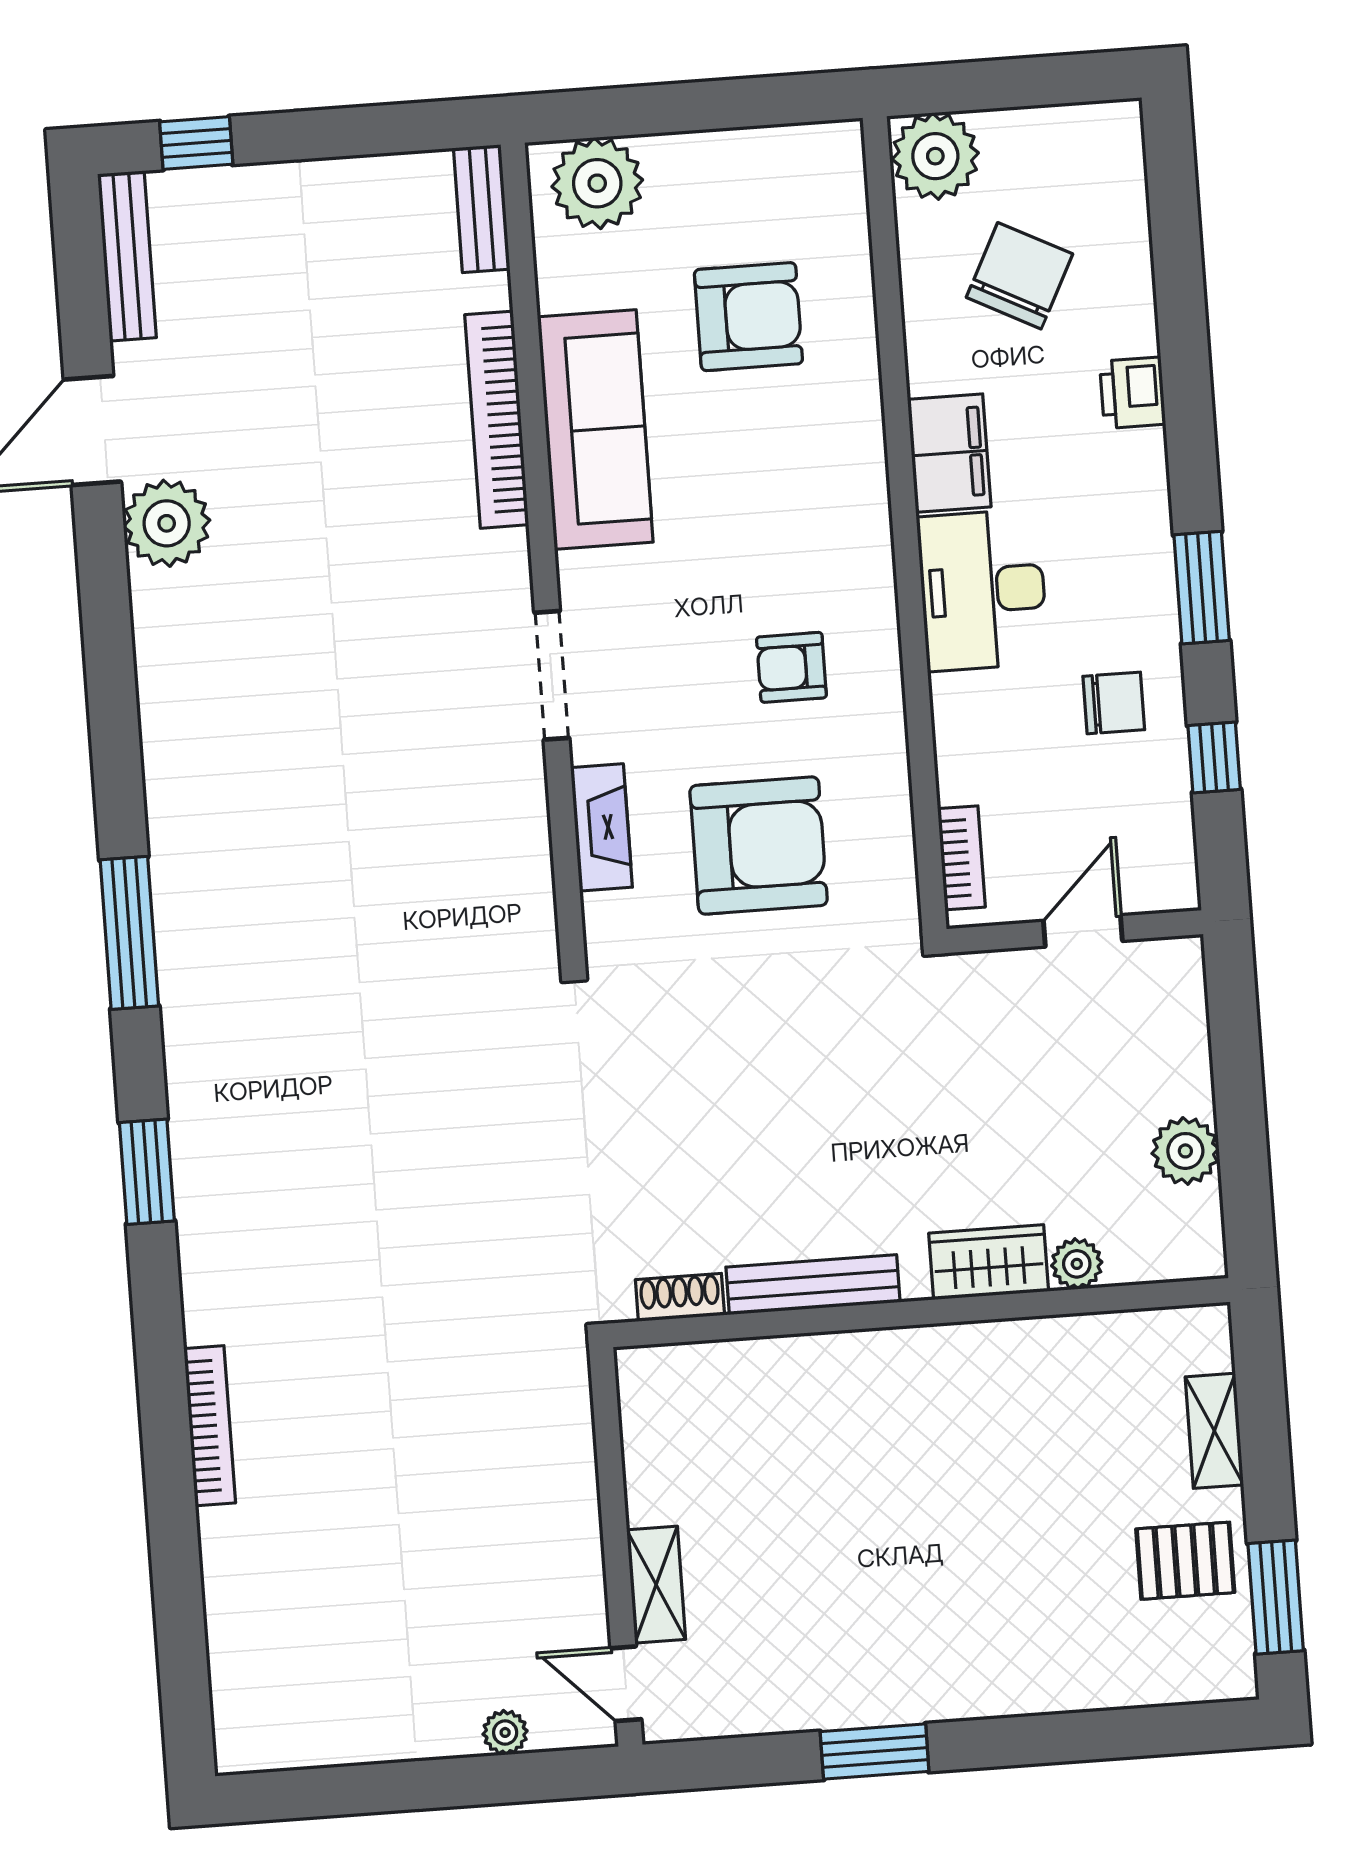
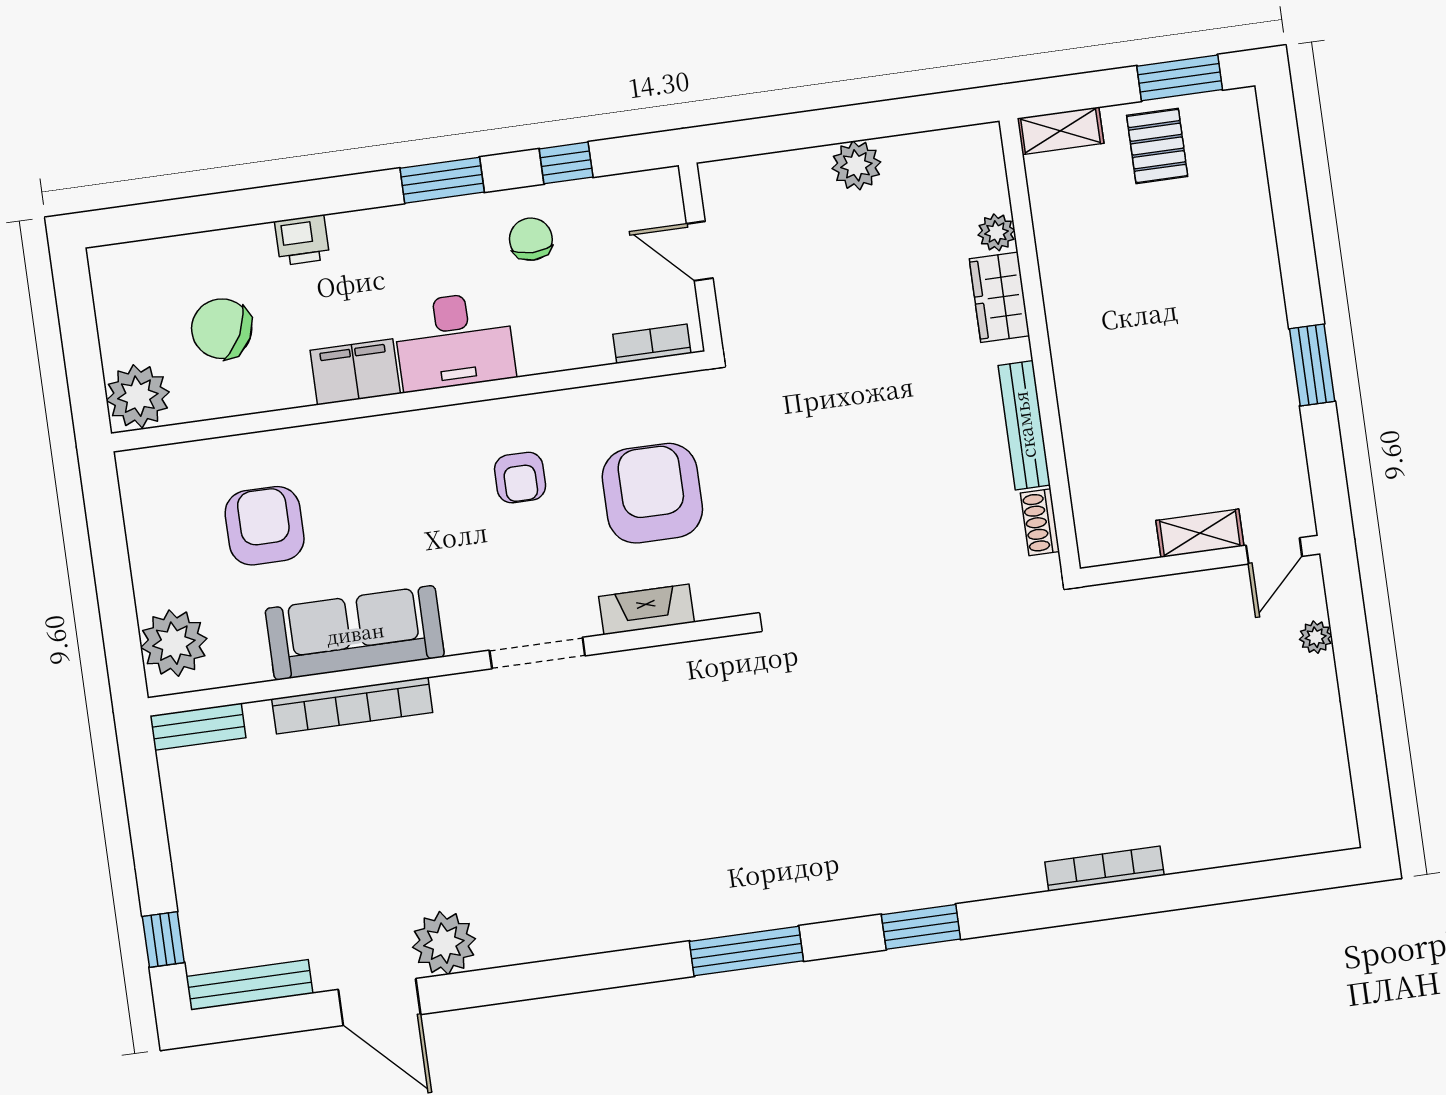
wardrobe: (989, 1262) -> (999, 297), moved
plant: (1077, 1264) -> (996, 232), moved
bench: (813, 1285) -> (1024, 425), moved
shoe rack: (680, 1297) -> (1040, 522), moved
wall: (921, 1313) -> (1040, 345), moved

